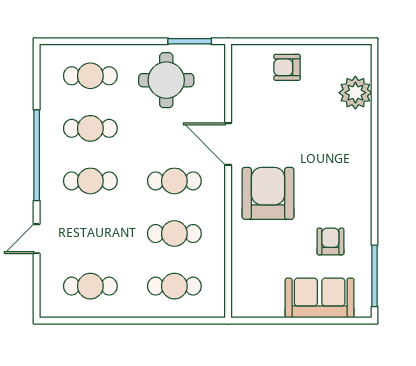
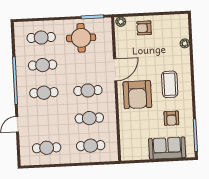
plant: (243, 53) -> (121, 22), added
plant: (355, 93) -> (185, 43), width x0.53, depth x0.53
door: (228, 144) -> (115, 70), swing flipped
coffee table: (330, 177) -> (170, 84), added
armchair: (268, 193) -> (137, 95), turned 180
armchair: (330, 241) -> (171, 118), turned 180

